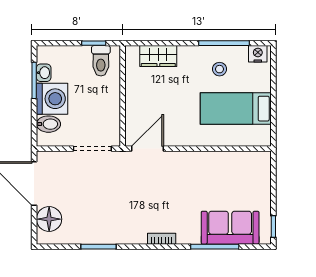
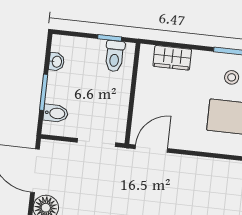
window: (34, 80) -> (44, 92), moved
washing machine: (52, 99) -> (62, 88), removed

